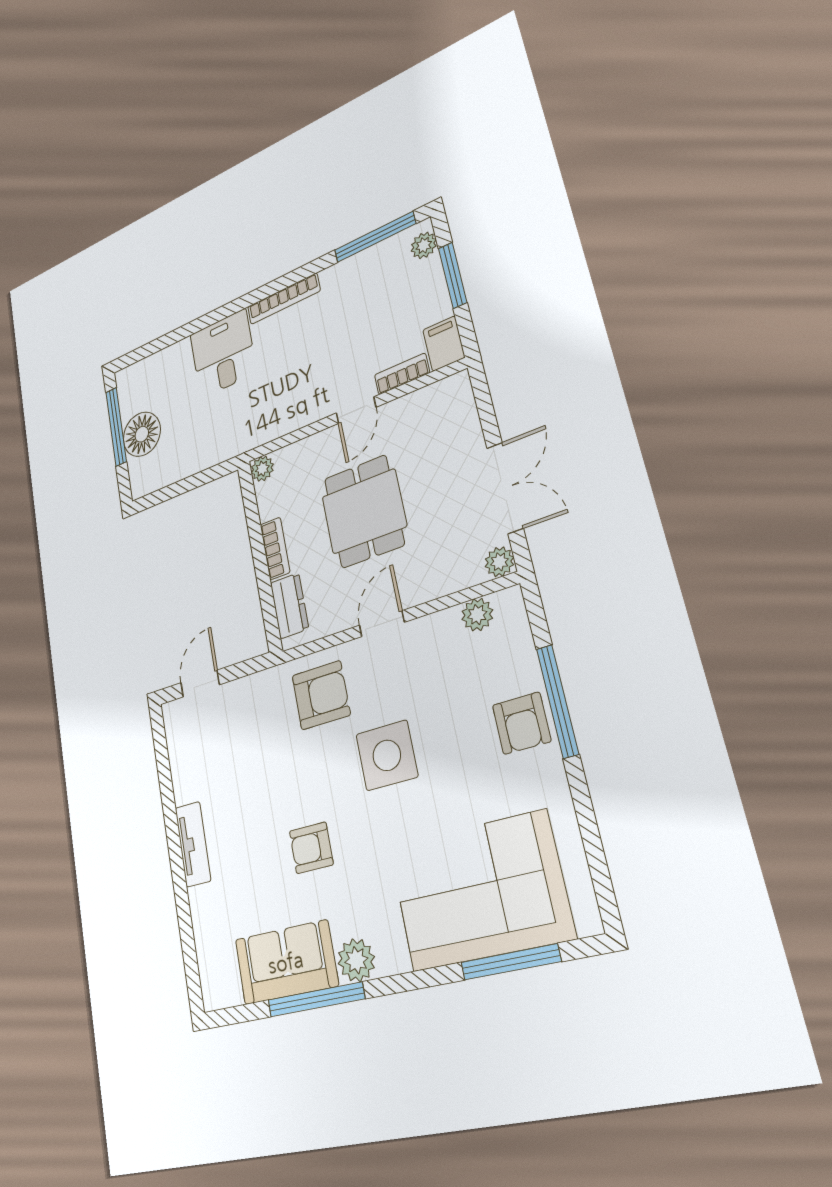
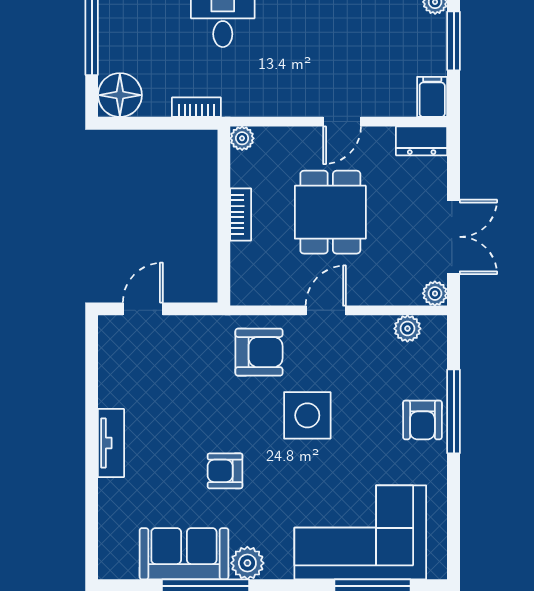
bookcase: (402, 374) -> (196, 107), moved
floor lamp: (142, 434) -> (120, 95), moved
dresser: (289, 606) -> (422, 141), moved, turned 90

